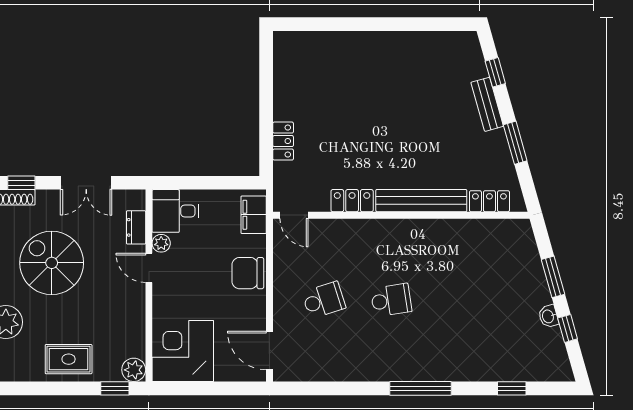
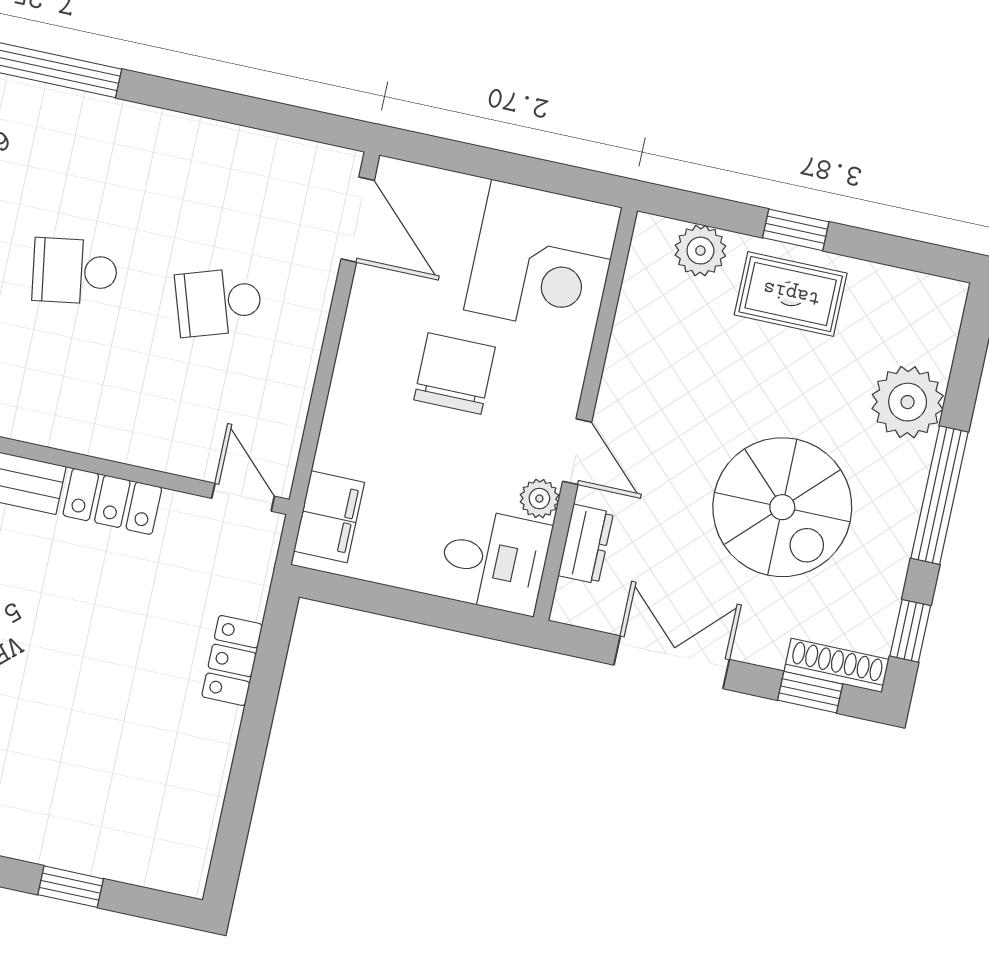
window: (333, 24) -> (71, 887), added
chair: (248, 273) -> (455, 373), moved, turned -90
plant: (134, 370) -> (700, 251), moved
window: (115, 388) -> (796, 230), moved

